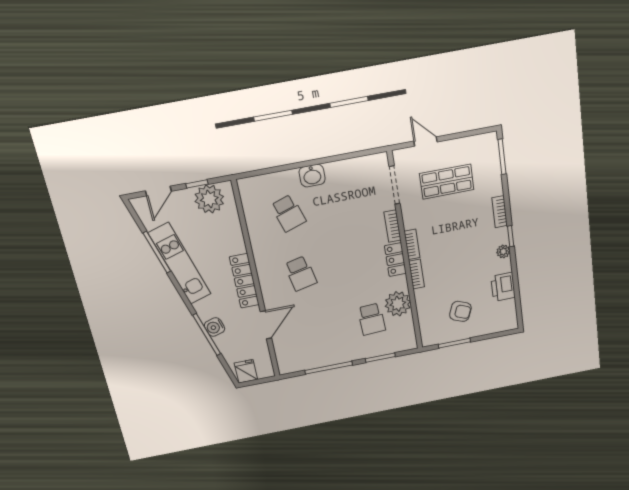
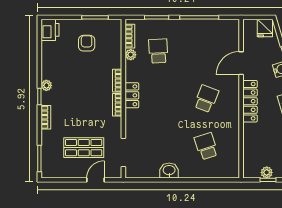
door: (426, 142) -> (96, 180), swing flipped
washbasin: (312, 176) -> (169, 171), moved
plant: (209, 199) -> (267, 172), width x0.53, depth x0.53
bookcase: (392, 226) -> (130, 36), moved
school desk: (301, 273) -> (206, 99), turned 33
printer: (503, 287) -> (50, 30), moved
plant: (398, 304) -> (131, 55), width x0.53, depth x0.53
armchair: (460, 311) -> (87, 43), turned 68

